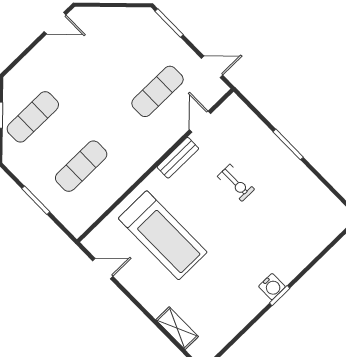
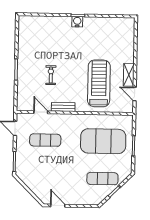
door: (200, 122) -> (41, 112), swing flipped
exercise mat: (81, 166) -> (103, 141), width x2.00, depth x1.45
shelving: (177, 328) -> (129, 75), moved

